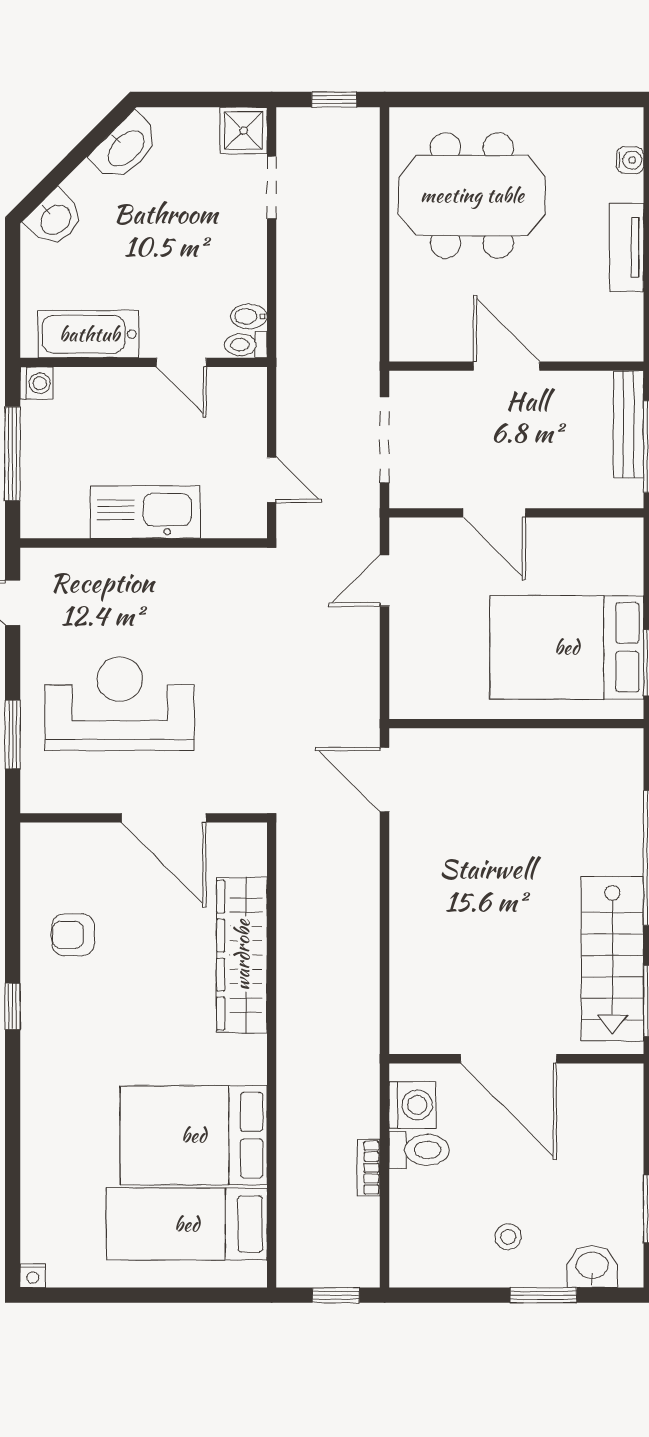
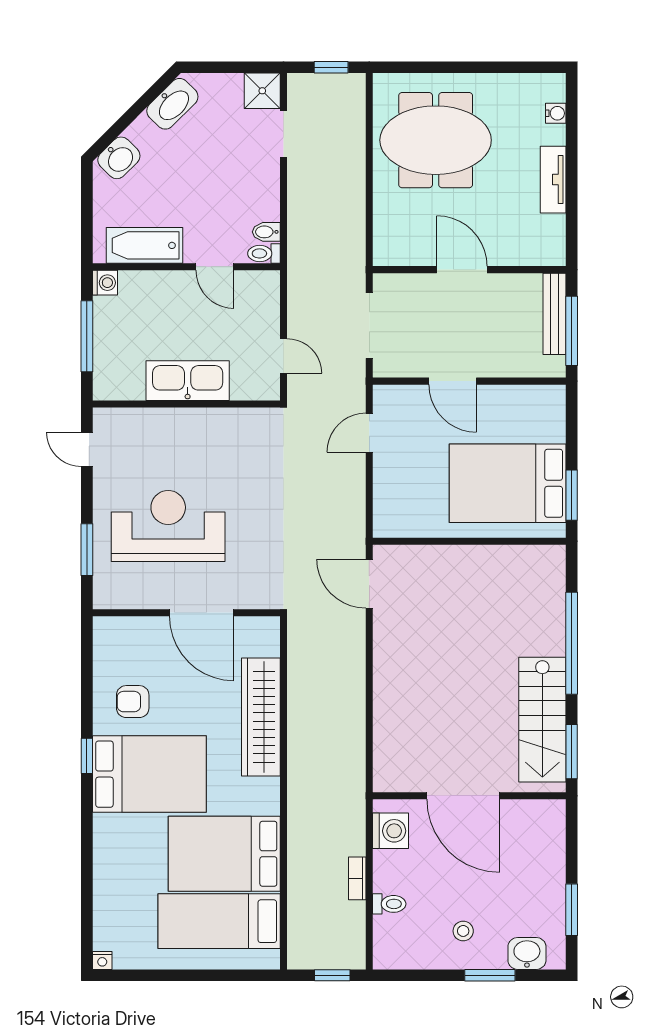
bed: (95, 1030) -> (149, 774), added
toilet: (419, 1150) -> (389, 904), moved, width x0.73, depth x0.72

